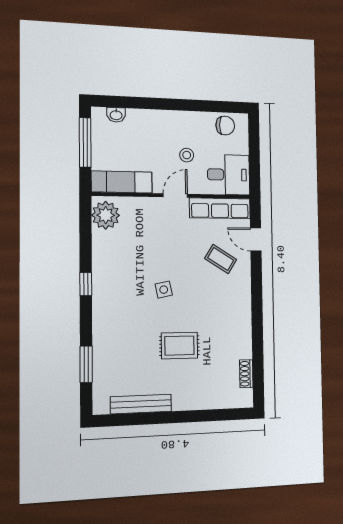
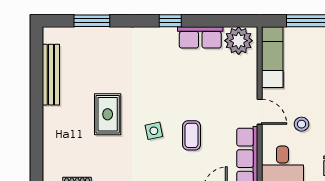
row of seats: (103, 254) -> (200, 37), added
coffee table: (221, 259) -> (192, 135), moved, turned -32
side table: (164, 290) -> (154, 131), moved

